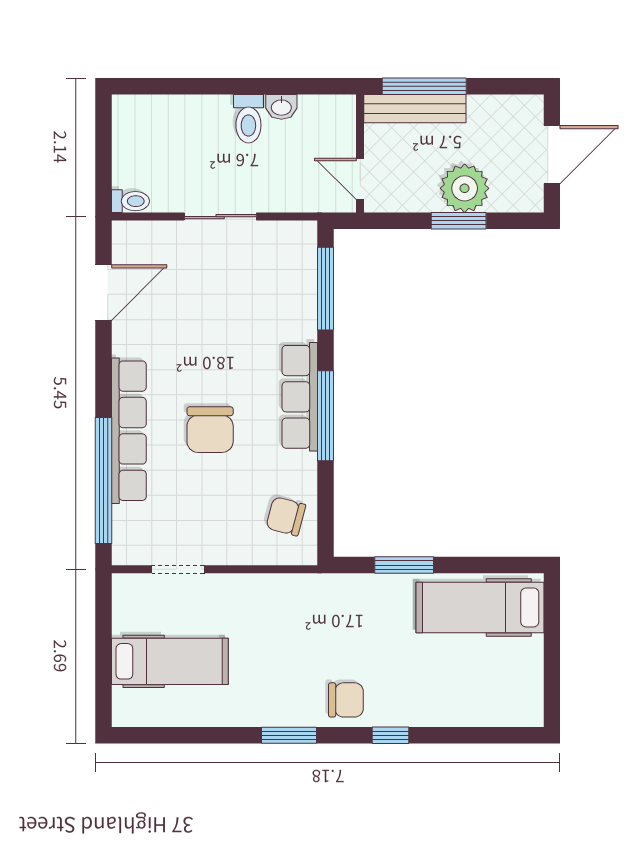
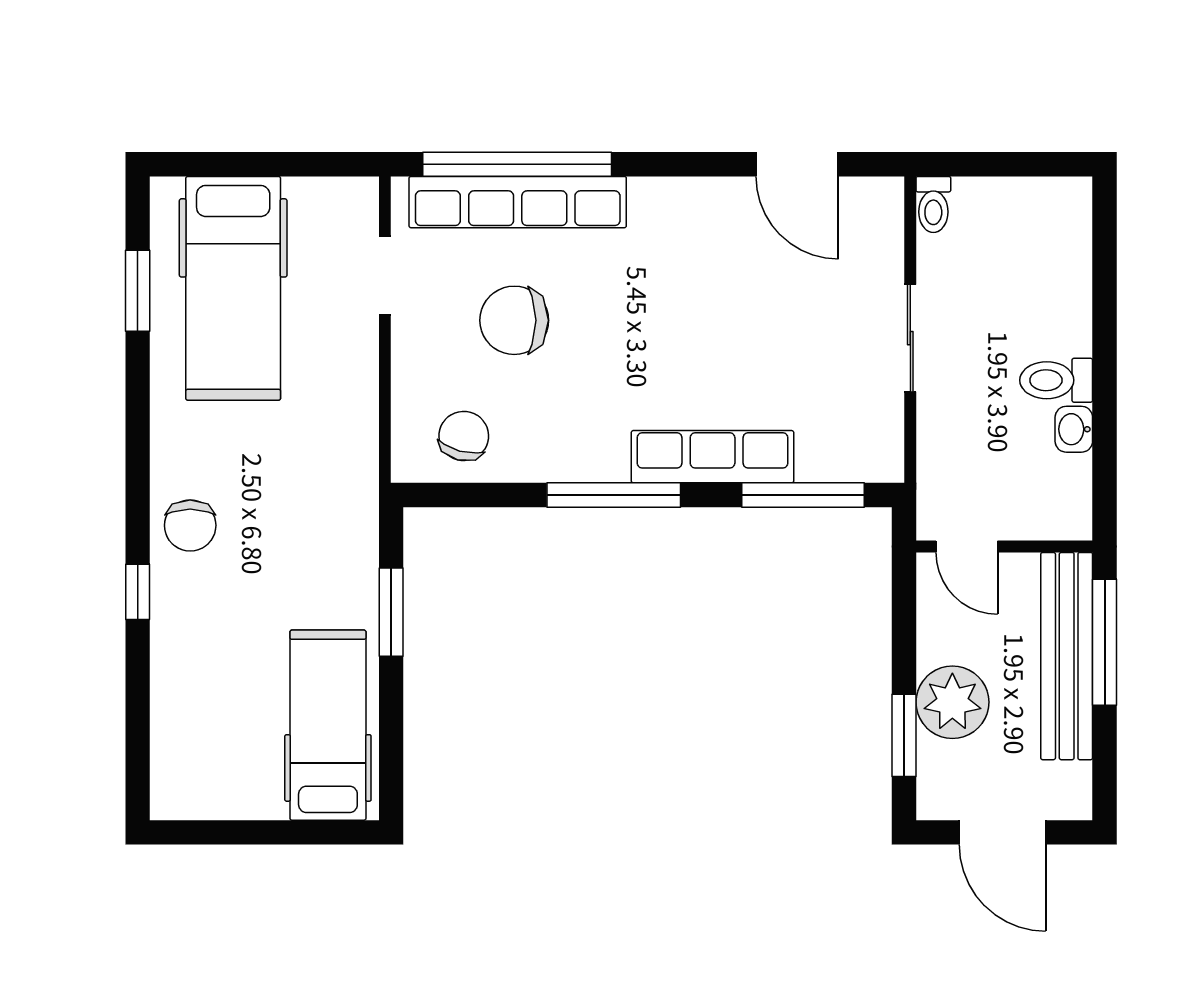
bench: (415, 109) -> (1067, 656), width x1.37, depth x1.21
door: (360, 179) -> (967, 547), swing flipped
window: (459, 221) -> (904, 735), moved
row of seats: (300, 397) -> (713, 457), moved
chair: (210, 430) -> (514, 320), moved
row of seats: (129, 431) -> (518, 202), moved
hospital bed: (170, 661) -> (233, 288), width x1.37, depth x1.29
window: (289, 735) -> (138, 291), moved

